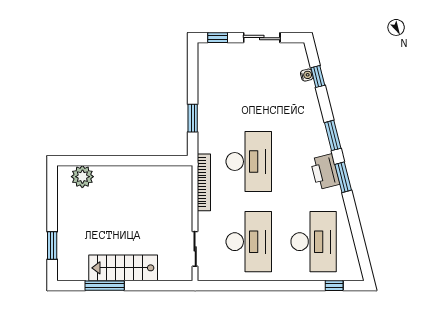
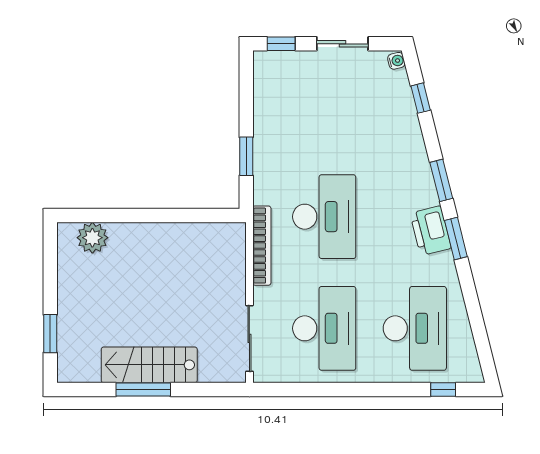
water cooler: (307, 75) -> (396, 61), moved
sliding door: (195, 249) -> (249, 338), width x1.37
window: (105, 286) -> (143, 390), moved

